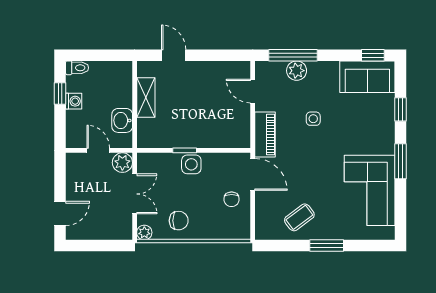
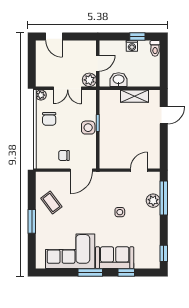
sofa: (367, 77) -> (115, 258), moved, turned 90
piano: (265, 135) -> (109, 179), removed

